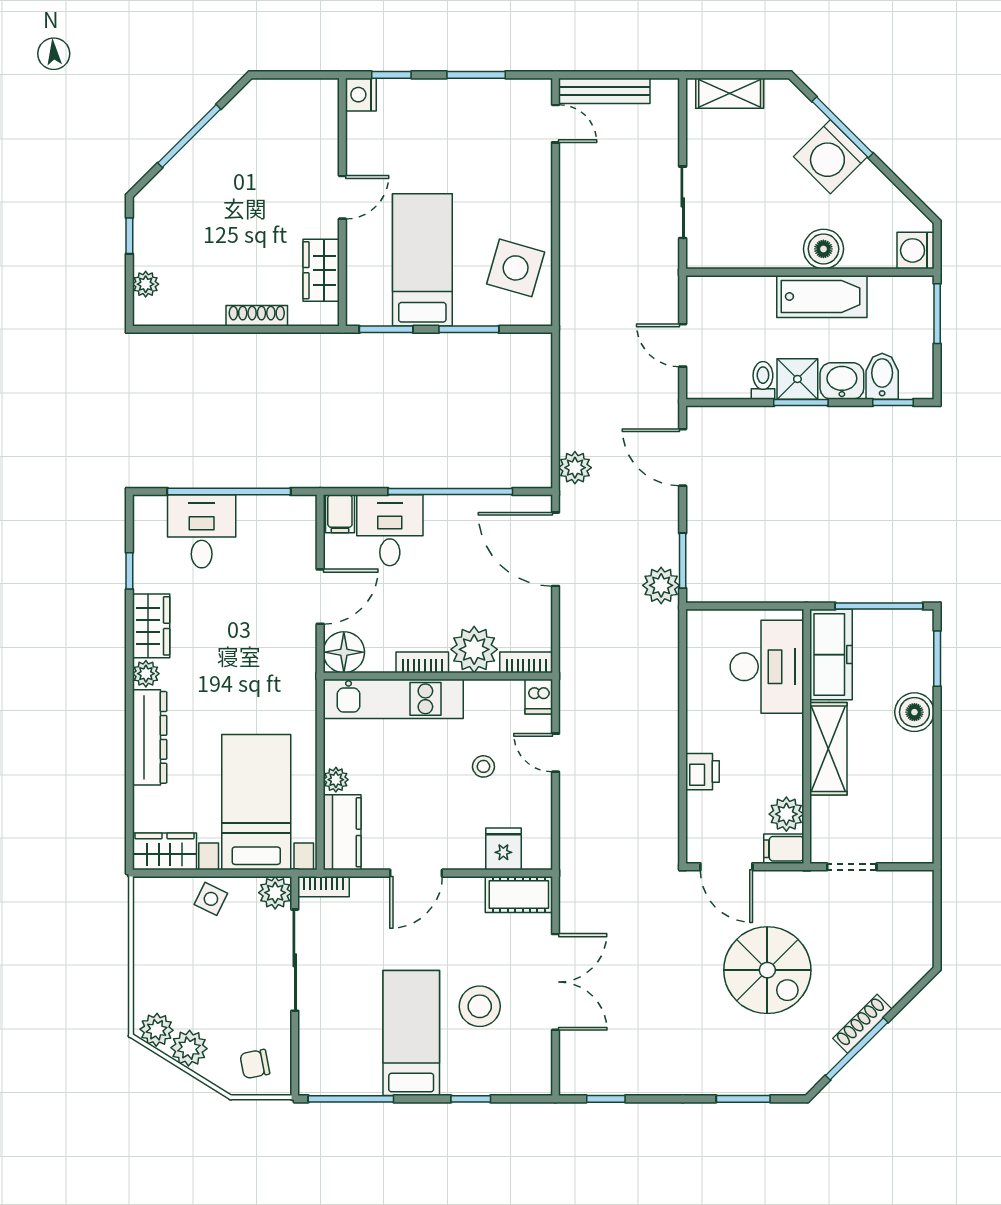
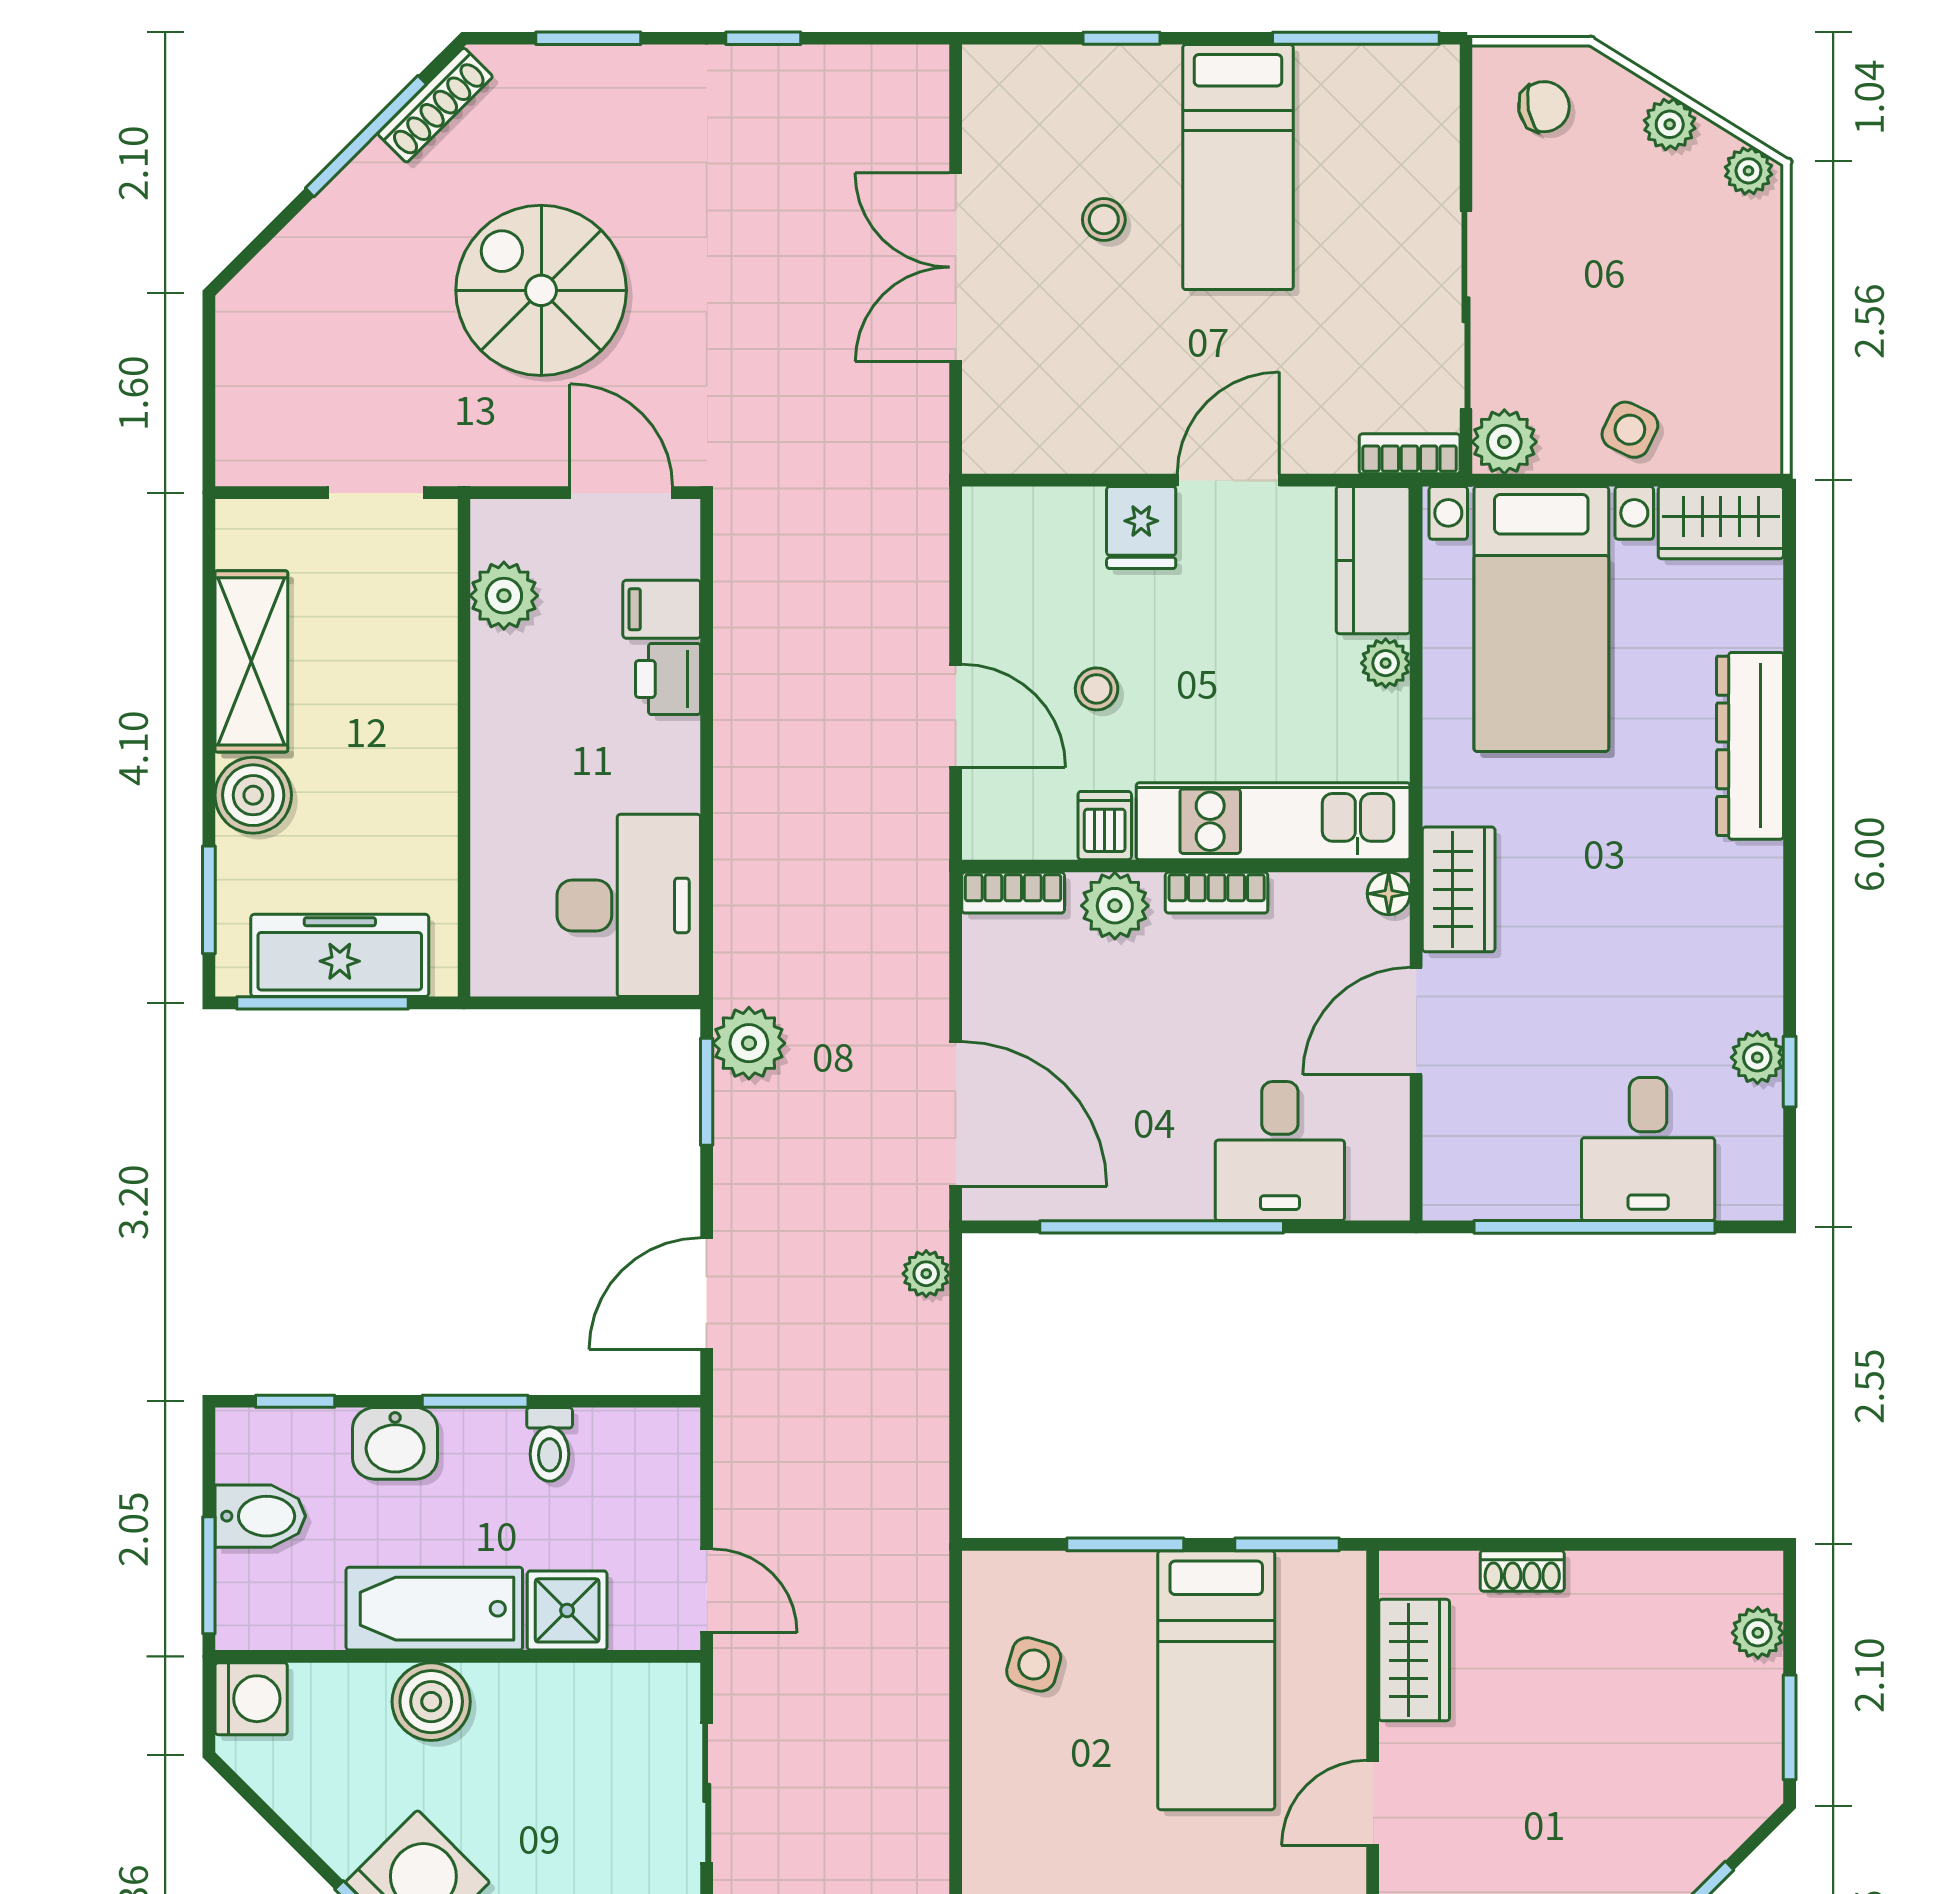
window: (129, 236) -> (1790, 1727), width x1.50
side table: (516, 268) -> (1034, 1664), width x0.54, depth x0.54
shoe rack: (257, 316) -> (1522, 1571), width x0.70
door: (683, 345) -> (707, 1591), moved
bidet: (882, 376) -> (260, 1516), moved, turned -90
shower: (797, 379) -> (567, 1610), moved
door: (683, 457) -> (707, 1294), swing flipped
plant: (575, 468) -> (926, 1274), width x0.73, depth x0.73
filing cabinet: (340, 514) -> (1377, 1183), removed
wardrobe: (151, 626) -> (1459, 889), moved, turned 180
plant: (474, 649) -> (1115, 906), width x0.73, depth x0.73
floor lamp: (344, 652) -> (1389, 894), width x0.53, depth x0.53
freezer: (831, 655) -> (340, 955), moved, turned 90
desk: (767, 667) -> (629, 905), moved, turned 180
plant: (146, 674) -> (1757, 1057), moved
dishwasher: (539, 697) -> (1105, 826), moved
shelving: (828, 749) -> (251, 661), moved
door: (555, 753) -> (956, 716), width x1.38
fridge: (503, 849) -> (1141, 528), moved
filing cabinet: (784, 849) -> (662, 609), moved, turned 180
cot: (519, 894) -> (1027, 438), removed
stool: (480, 1006) -> (1104, 220), width x0.53, depth x0.53
shoe rack: (862, 1024) -> (435, 105), moved
plant: (157, 1030) -> (1748, 171), width x0.73, depth x0.73
plant: (189, 1048) -> (1670, 124), width x0.73, depth x0.73
window: (606, 1099) -> (763, 38), moved

